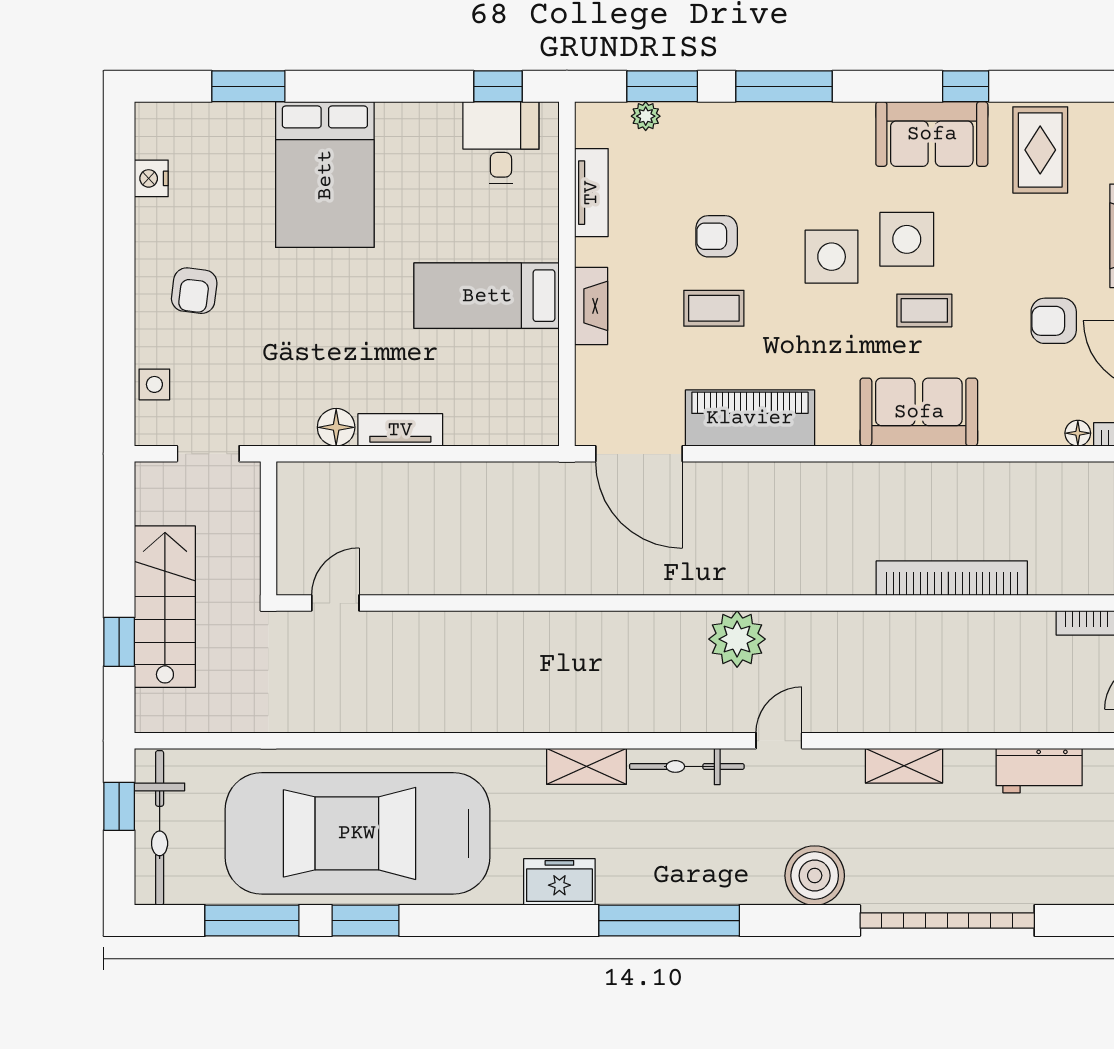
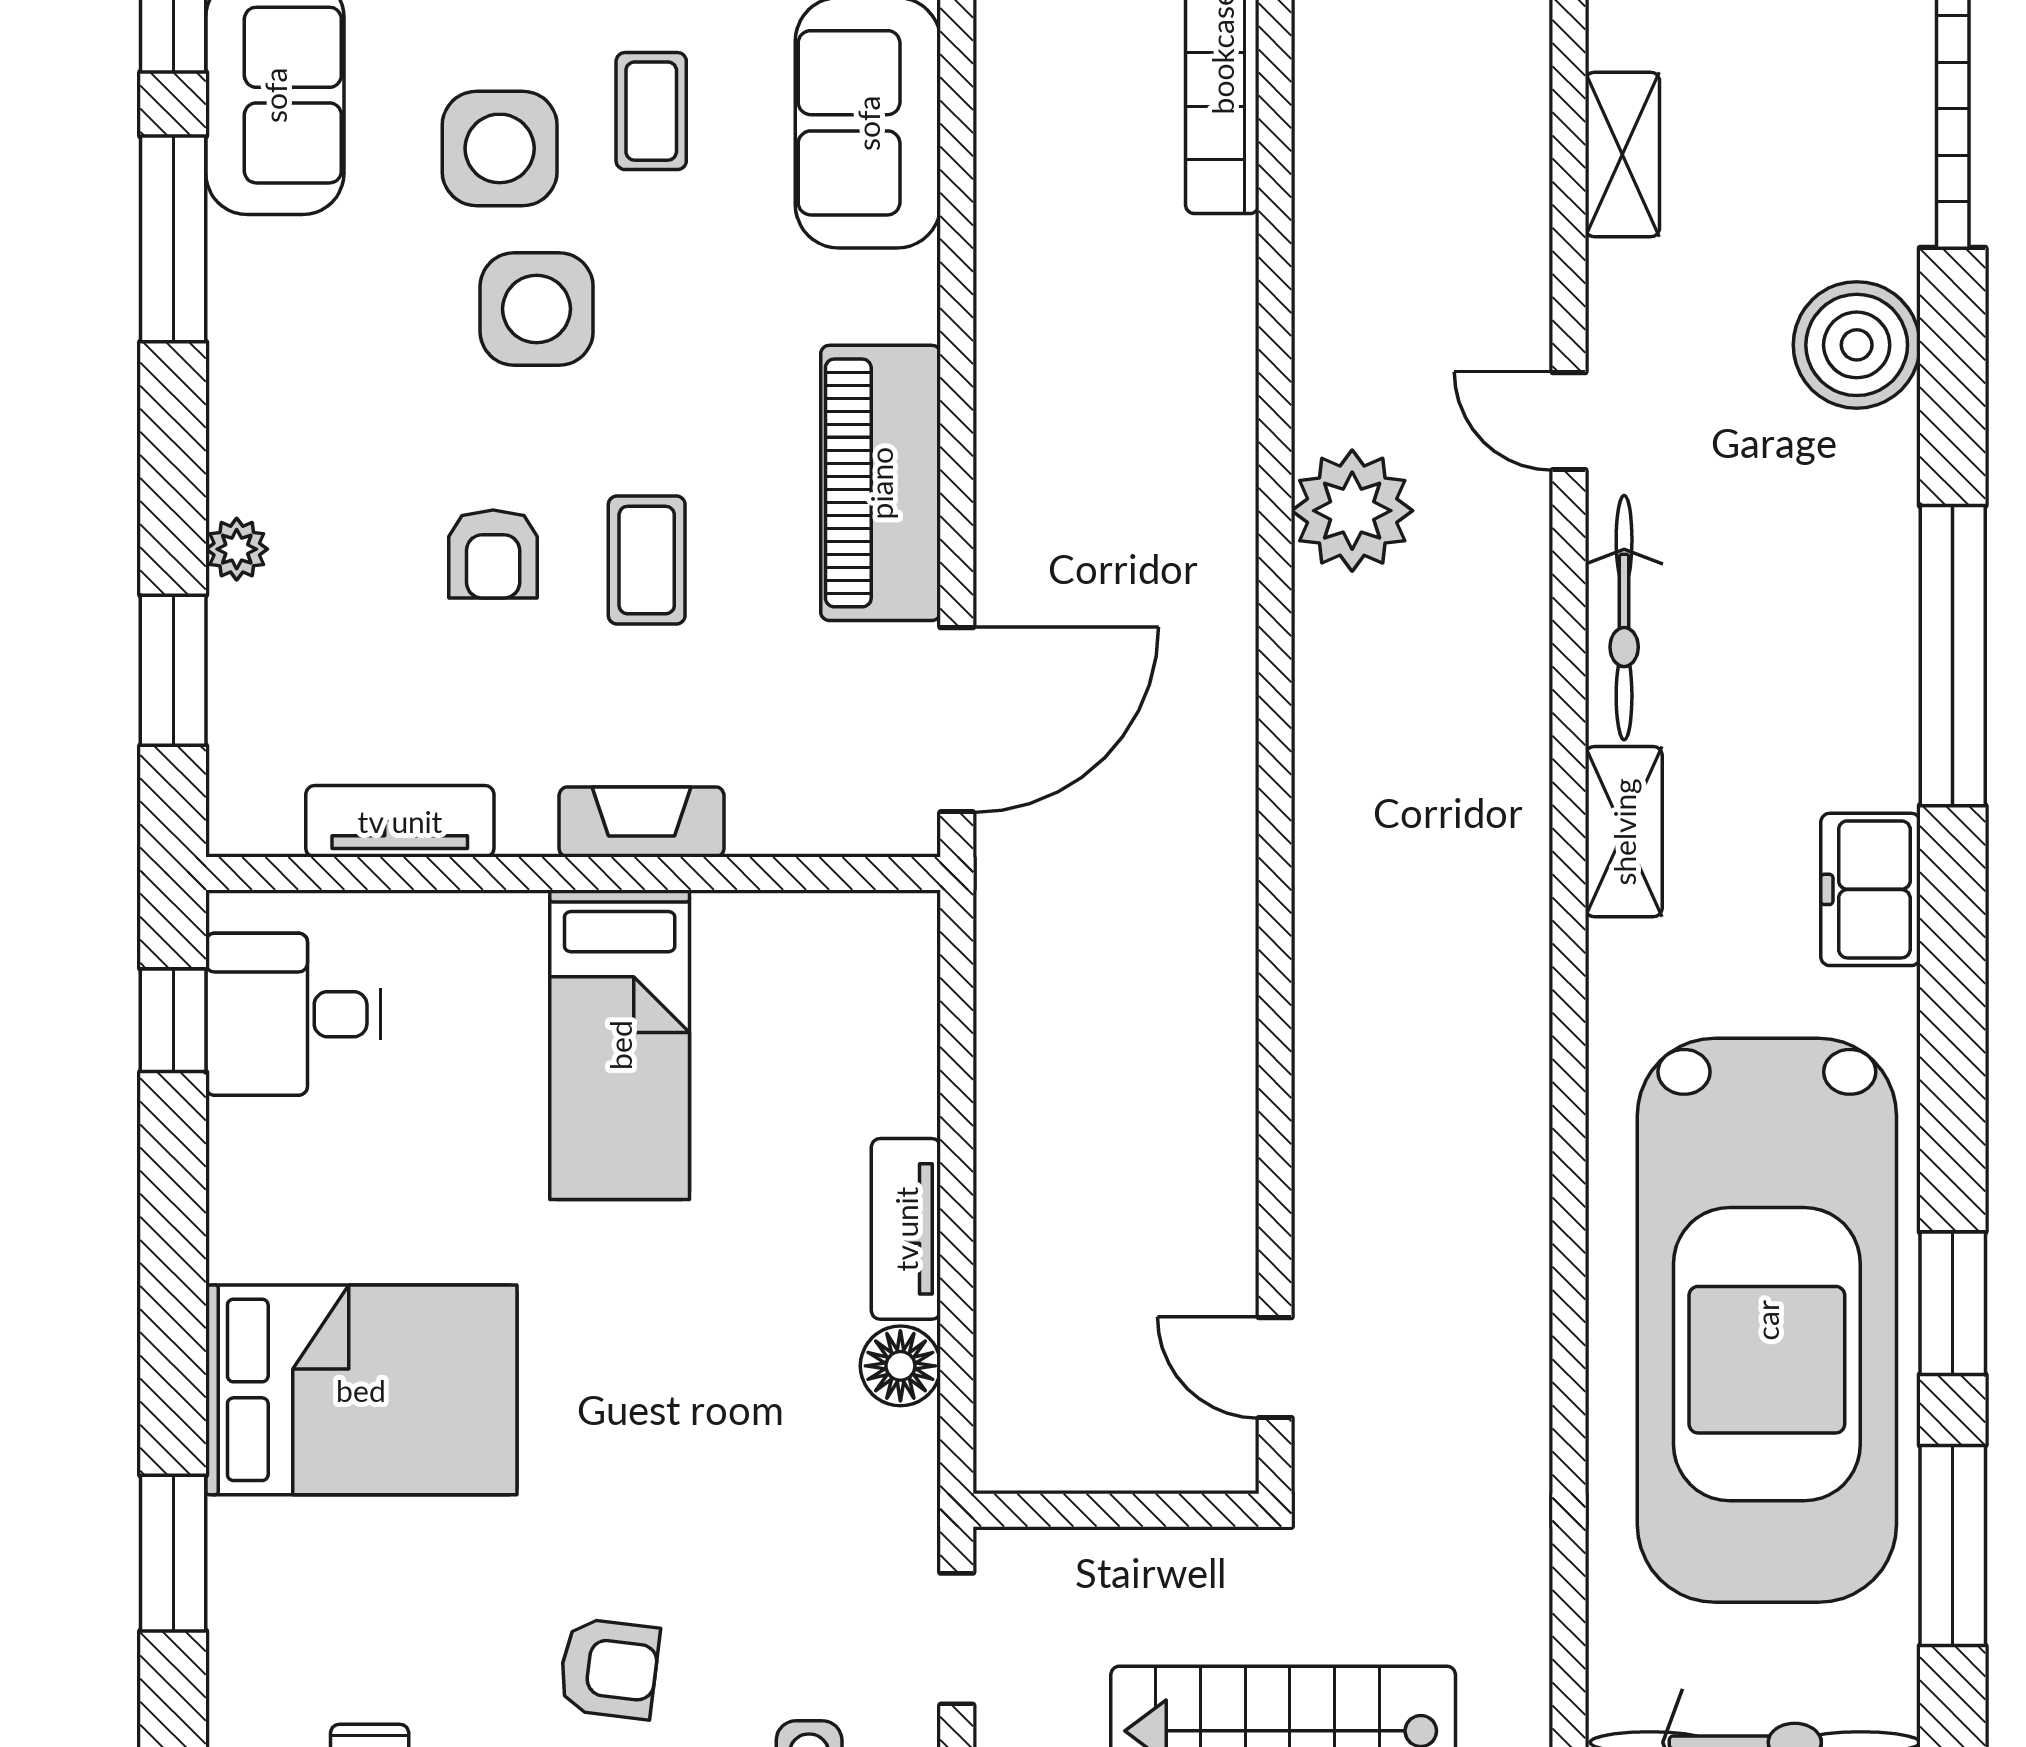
window: (784, 86) -> (173, 239), moved
plant: (646, 116) -> (237, 549), moved

